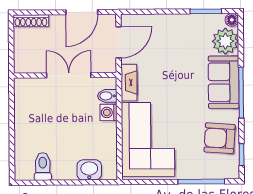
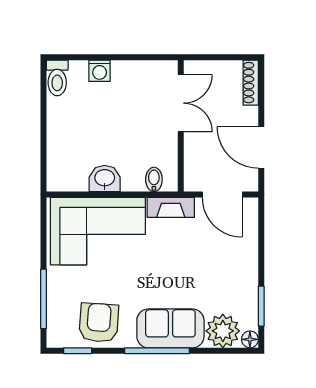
double door: (69, 75) -> (181, 103), moved
washing machine: (108, 112) -> (100, 71), moved, turned 180
toilet: (43, 167) -> (57, 78), moved, turned 90
washbasin: (89, 170) -> (105, 179), moved, turned -90

